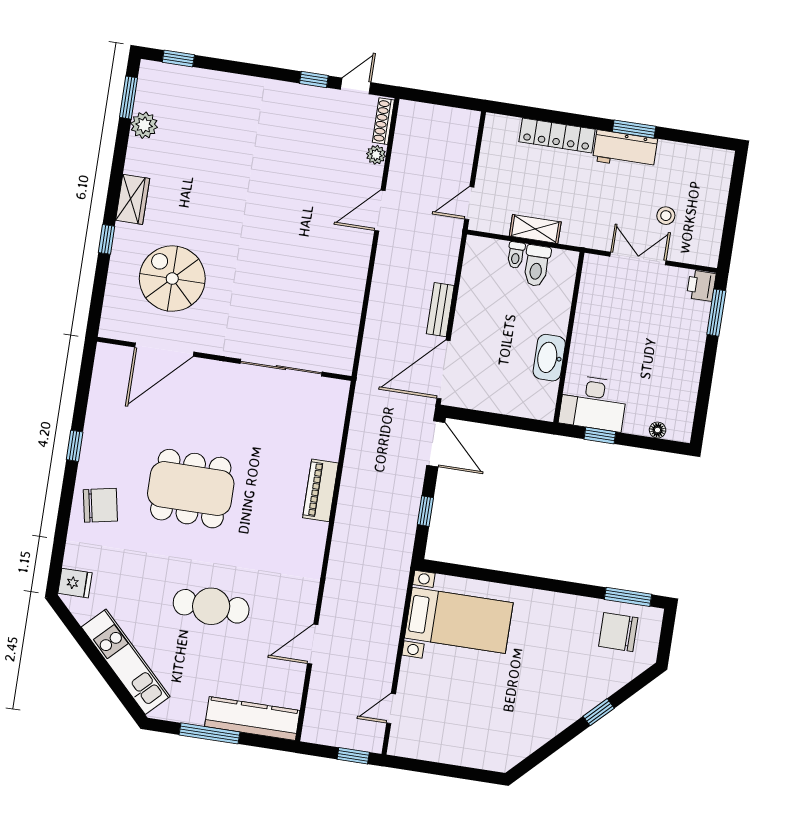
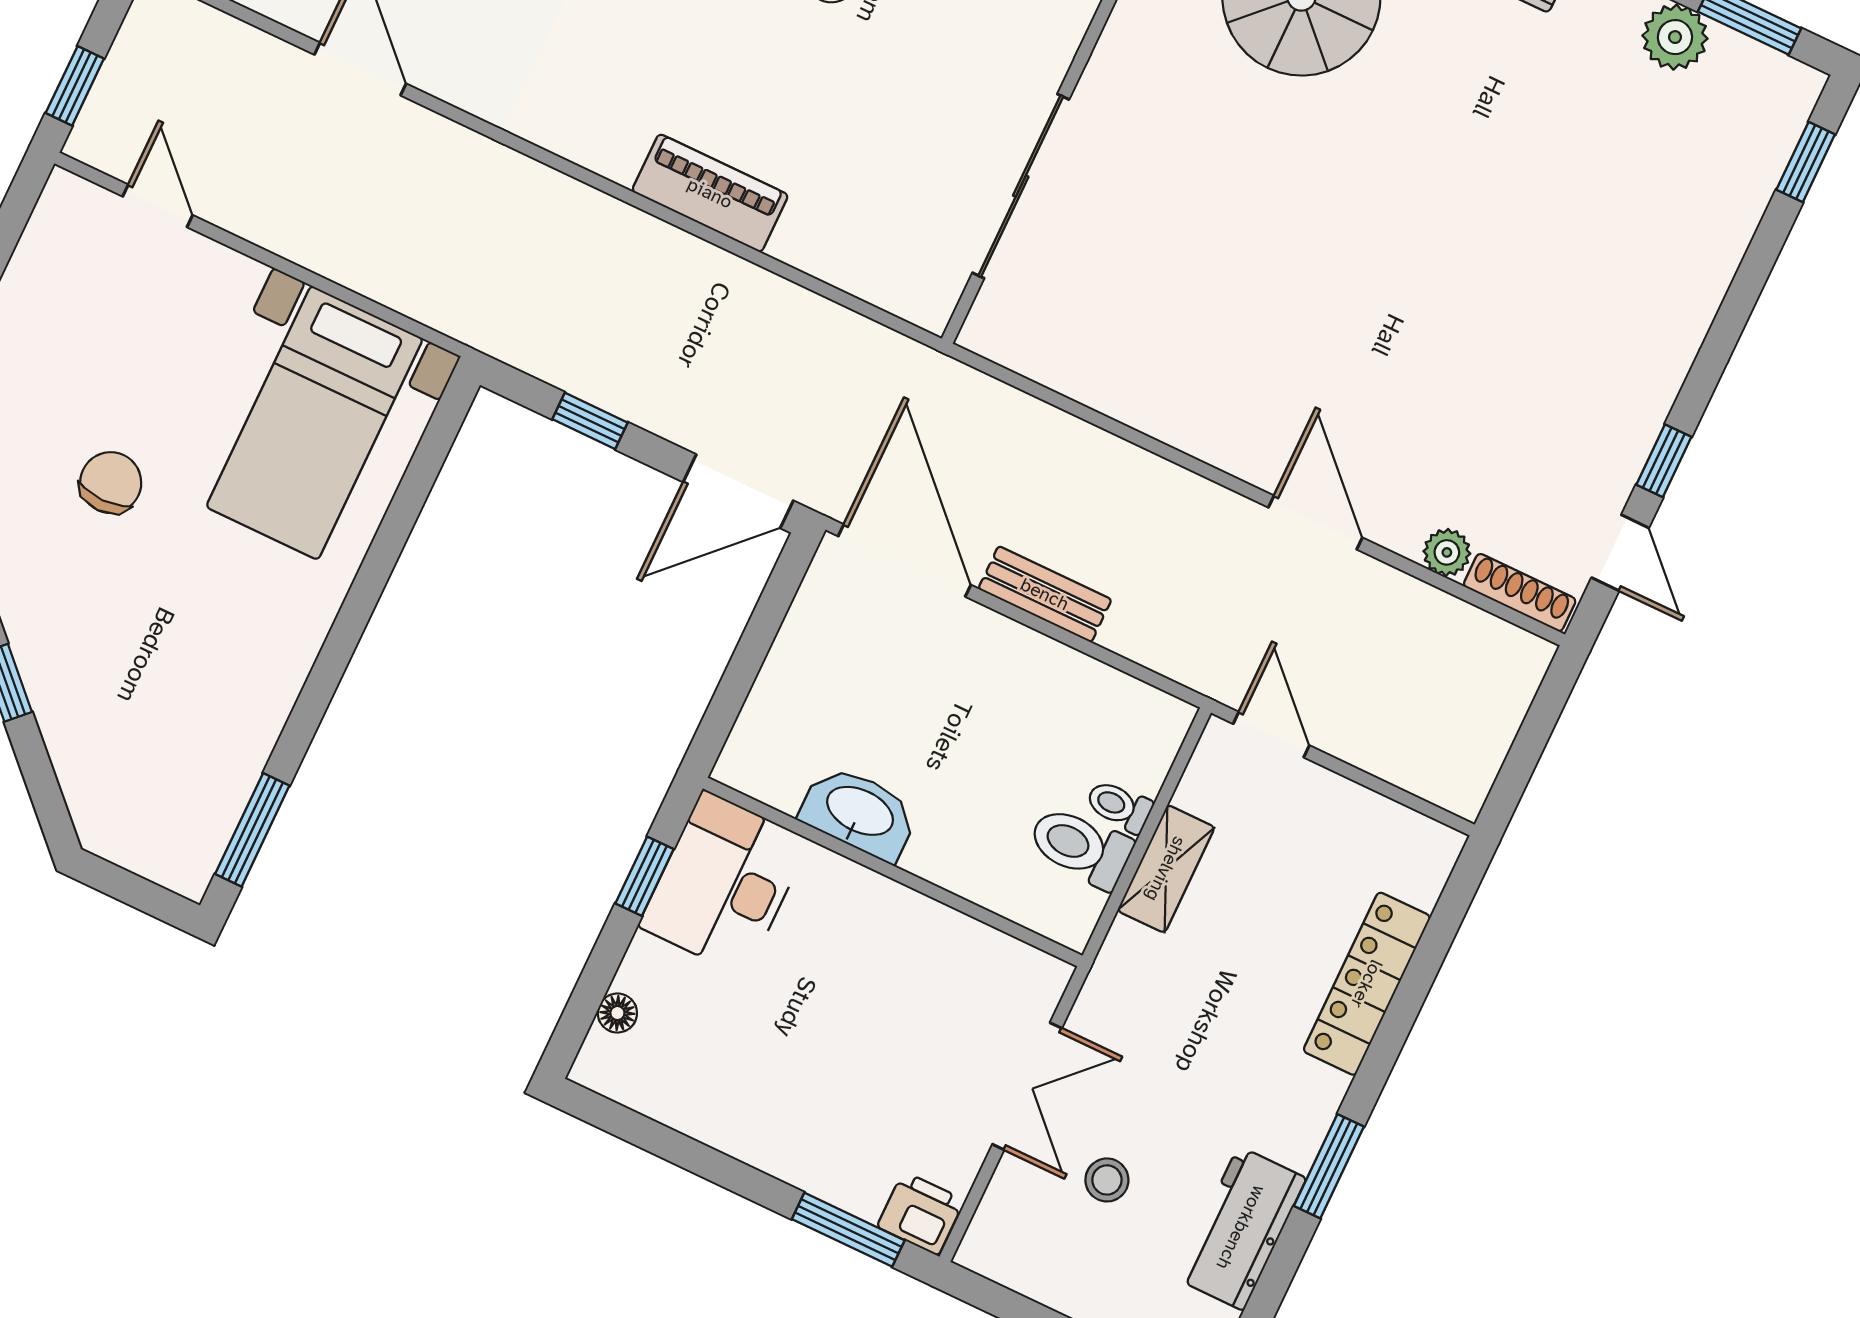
workbench: (625, 150) -> (1241, 1228), moved
chair: (618, 632) -> (111, 483), moved, width x0.73, depth x0.73

